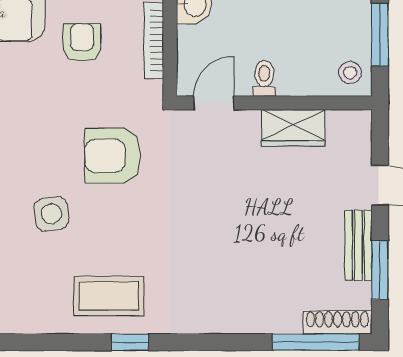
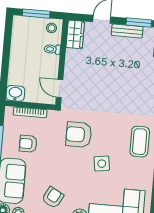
toilet: (264, 78) -> (52, 49), moved
wardrobe: (293, 128) -> (75, 34), moved
armchair: (113, 156) -> (79, 135), turned 90

